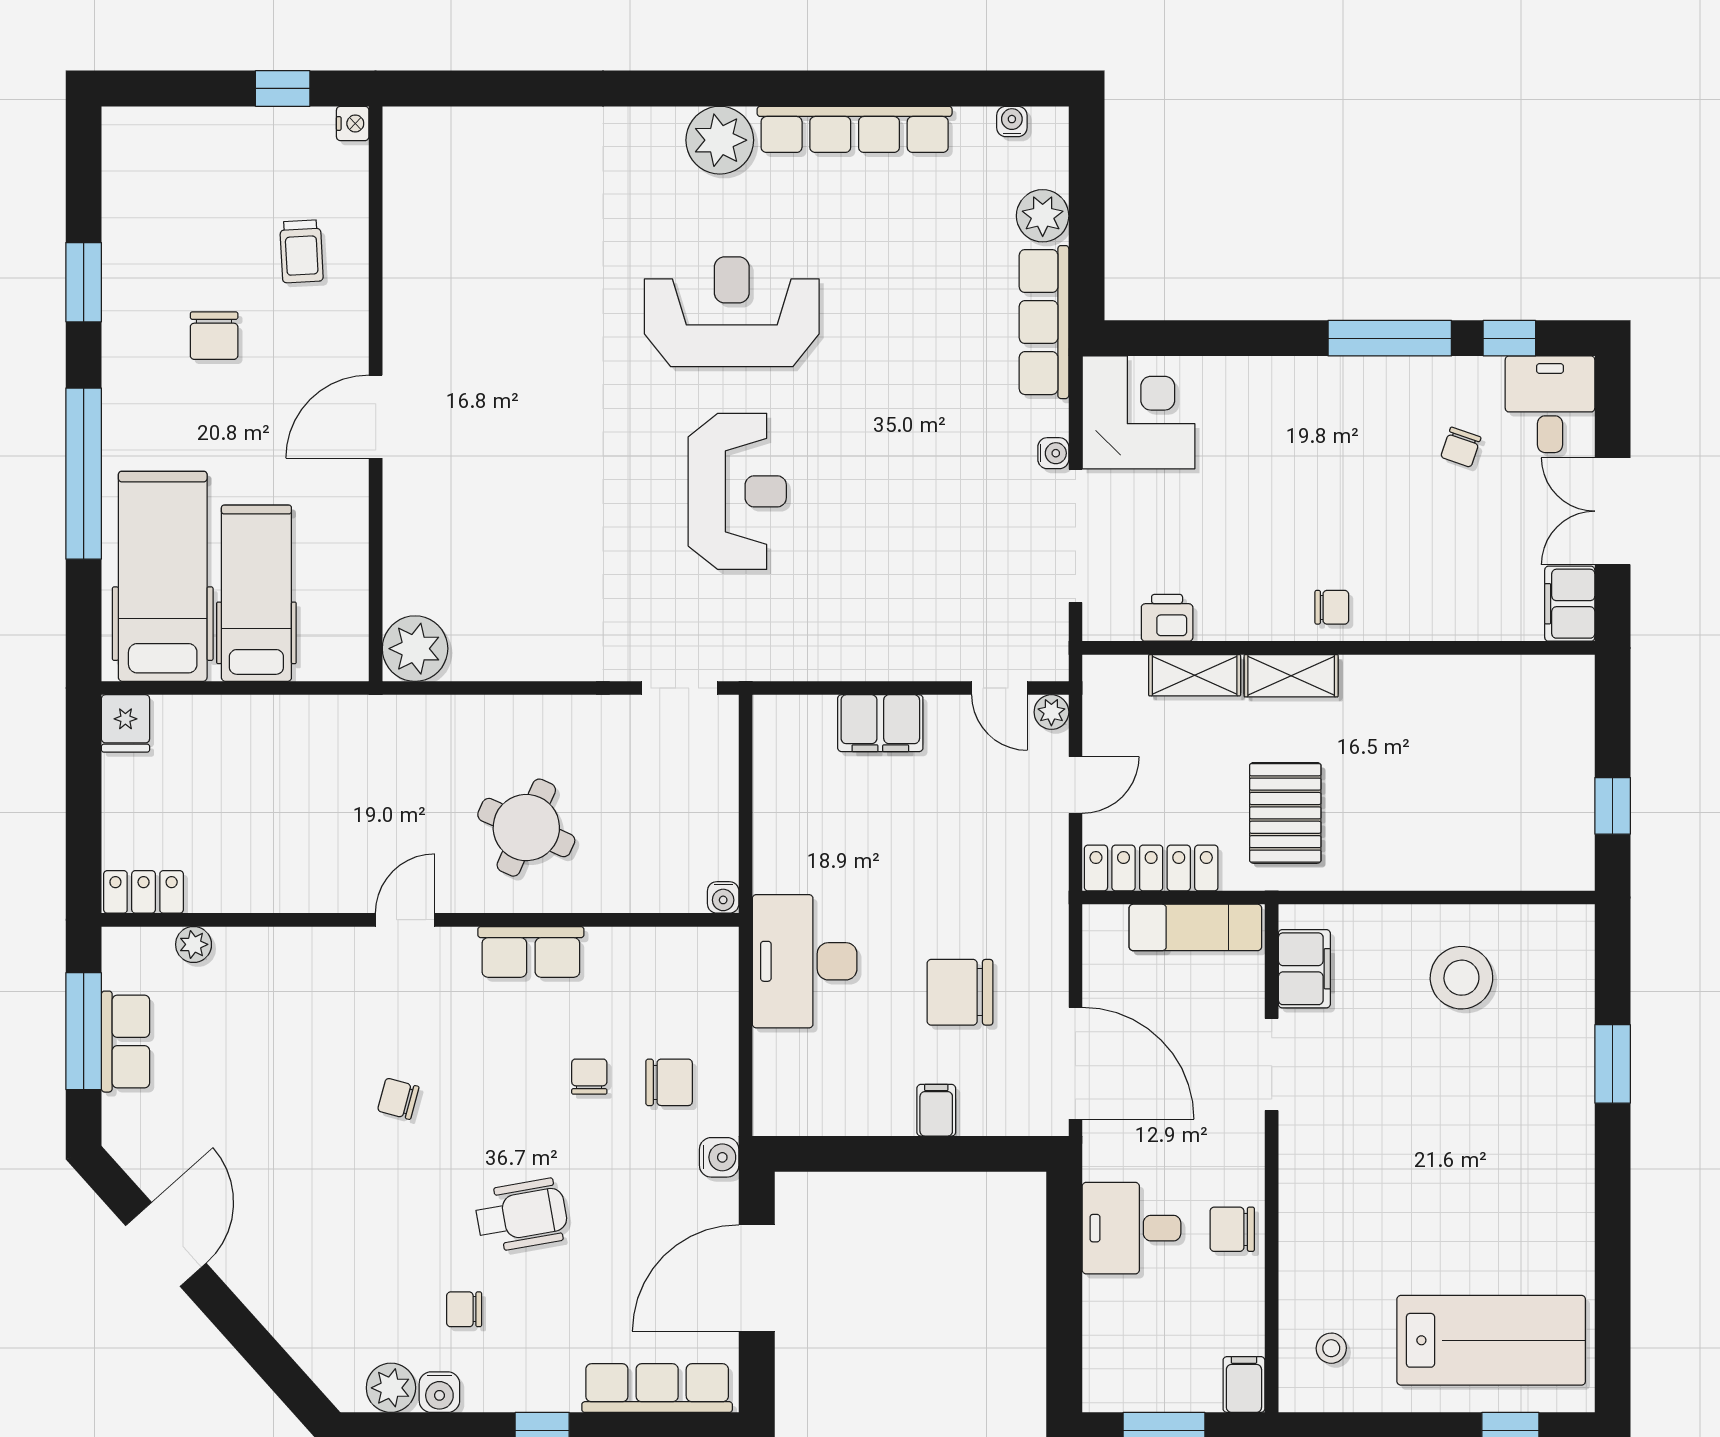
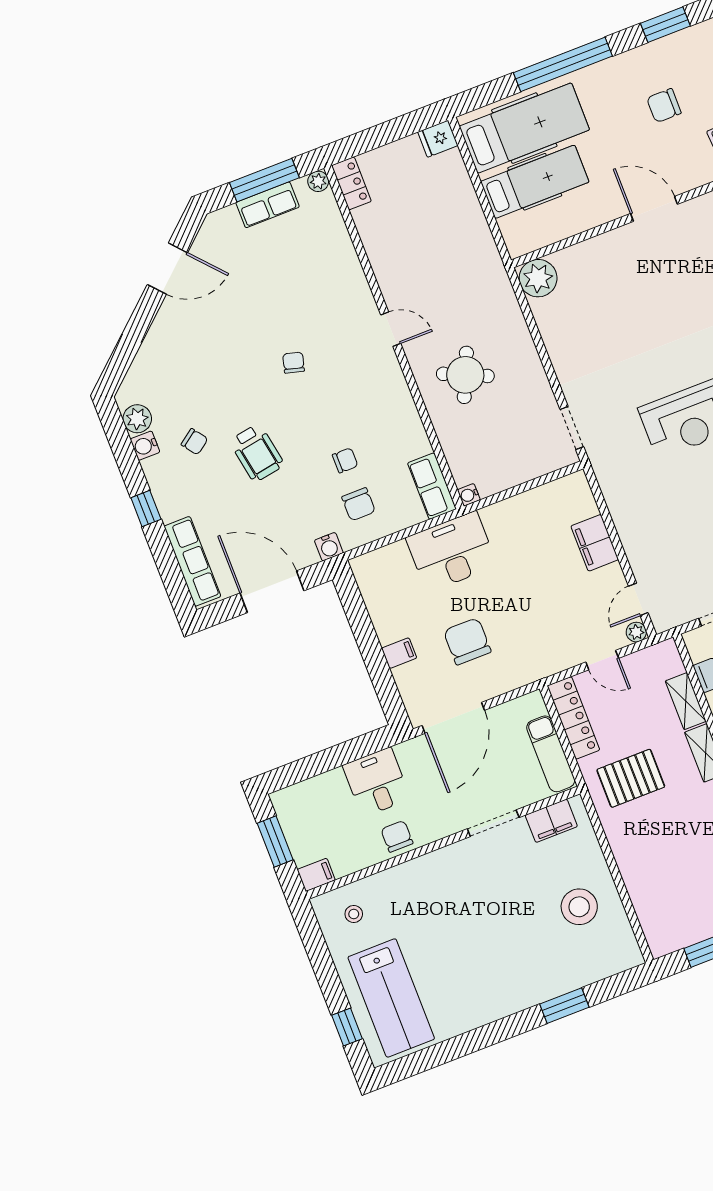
plant: (194, 944) -> (318, 181), moved
row of seats: (531, 952) -> (432, 486), moved
chair: (464, 1309) -> (194, 442), turned 144

